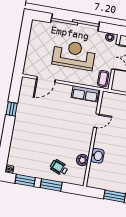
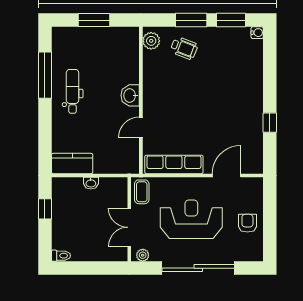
armchair: (38, 46) -> (247, 223), added
reception desk: (74, 55) -> (191, 219), turned 180
row of seats: (85, 94) -> (174, 164), width x1.48
washbasin: (97, 156) -> (130, 95), moved
plant: (82, 160) -> (151, 41), moved

